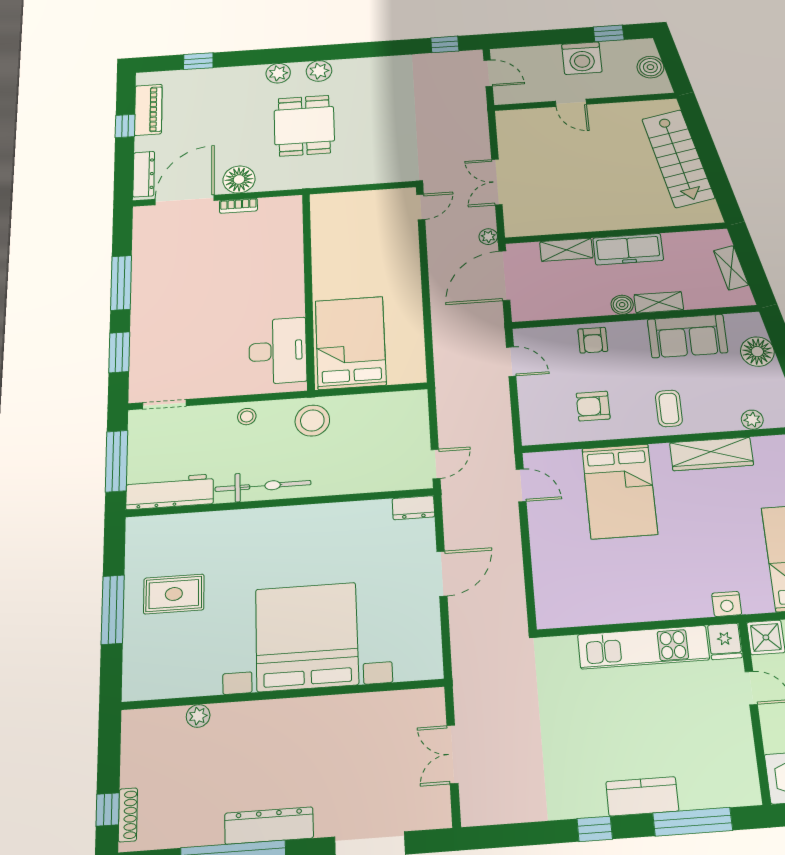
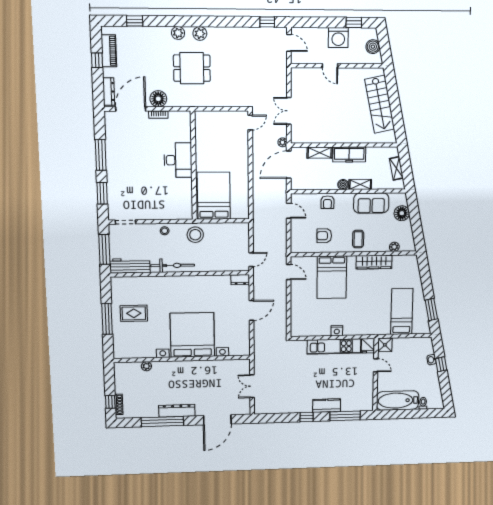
dining table: (304, 126) -> (192, 68), turned 90
desk: (278, 351) -> (178, 160), moved
nightstand: (727, 604) -> (337, 331), moved

